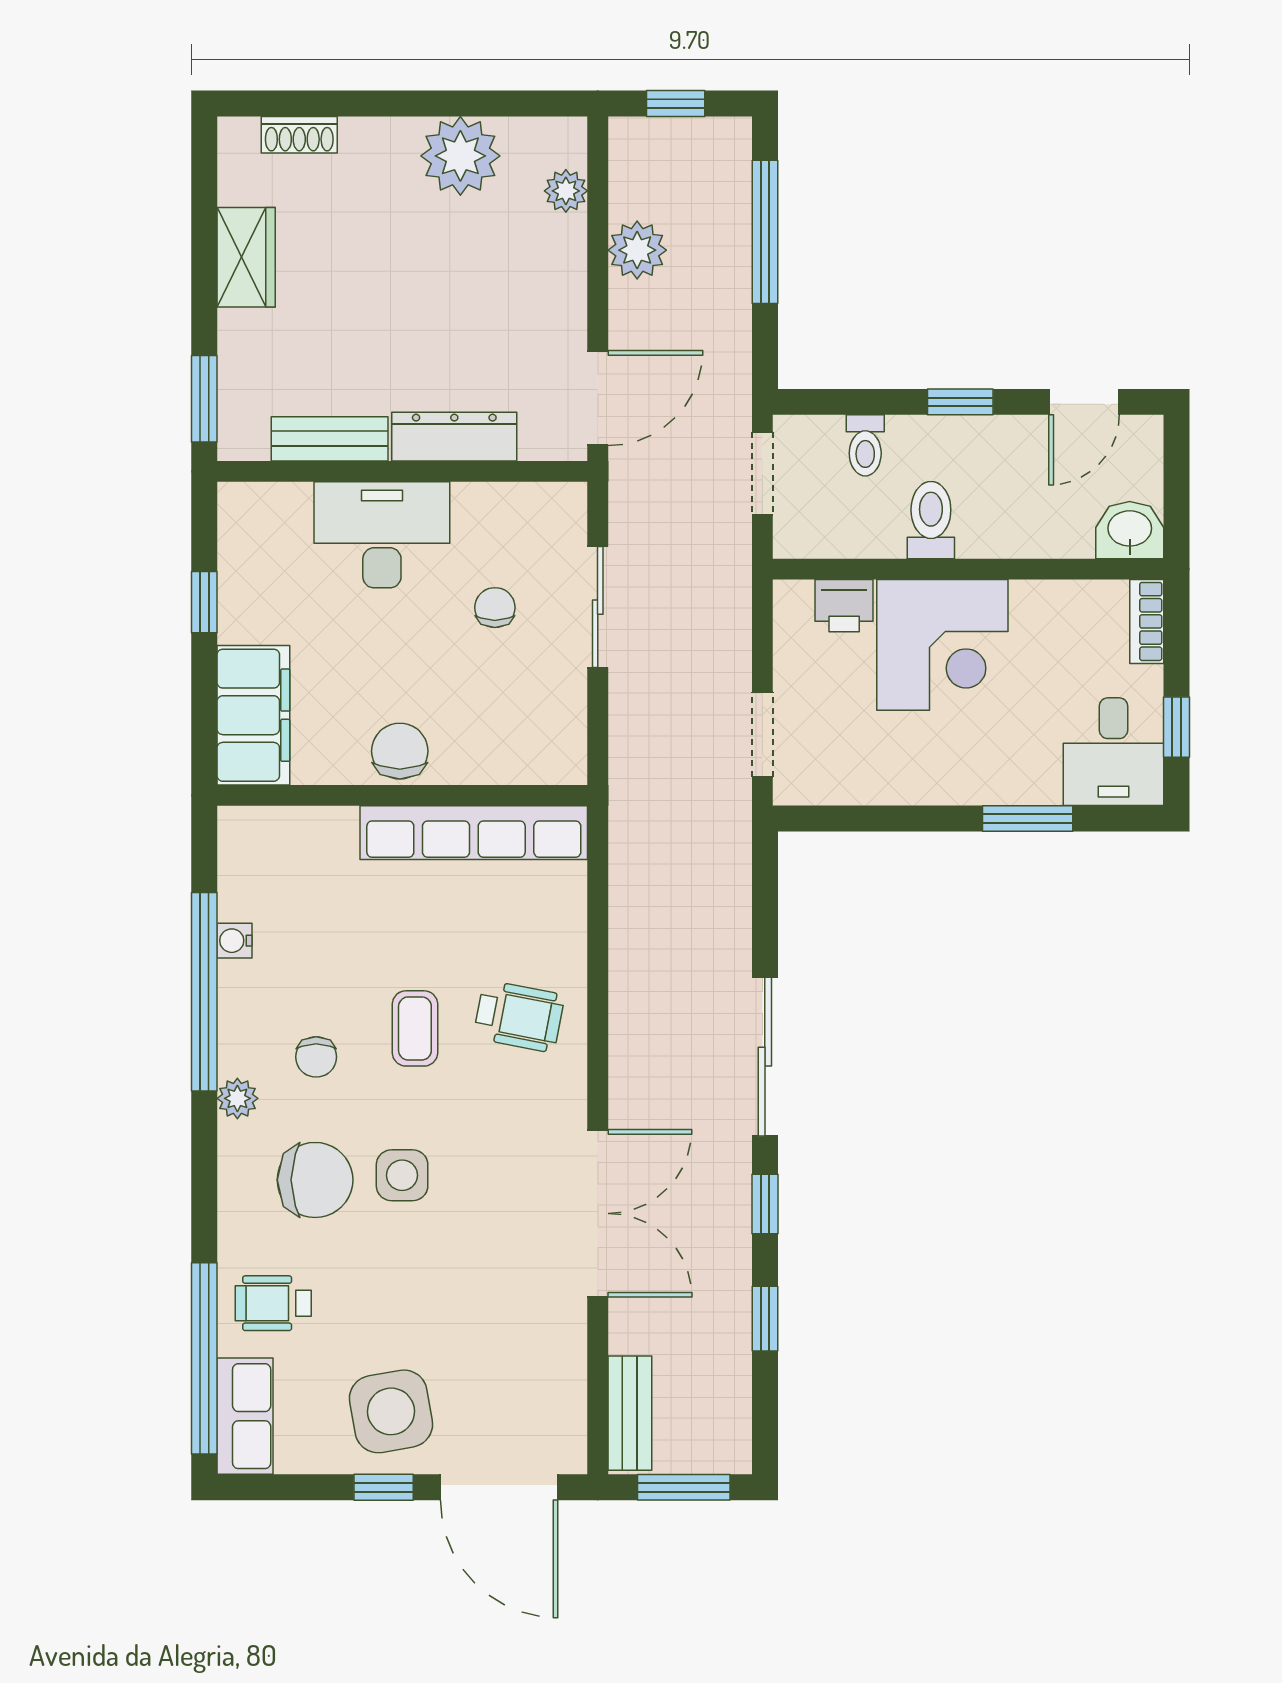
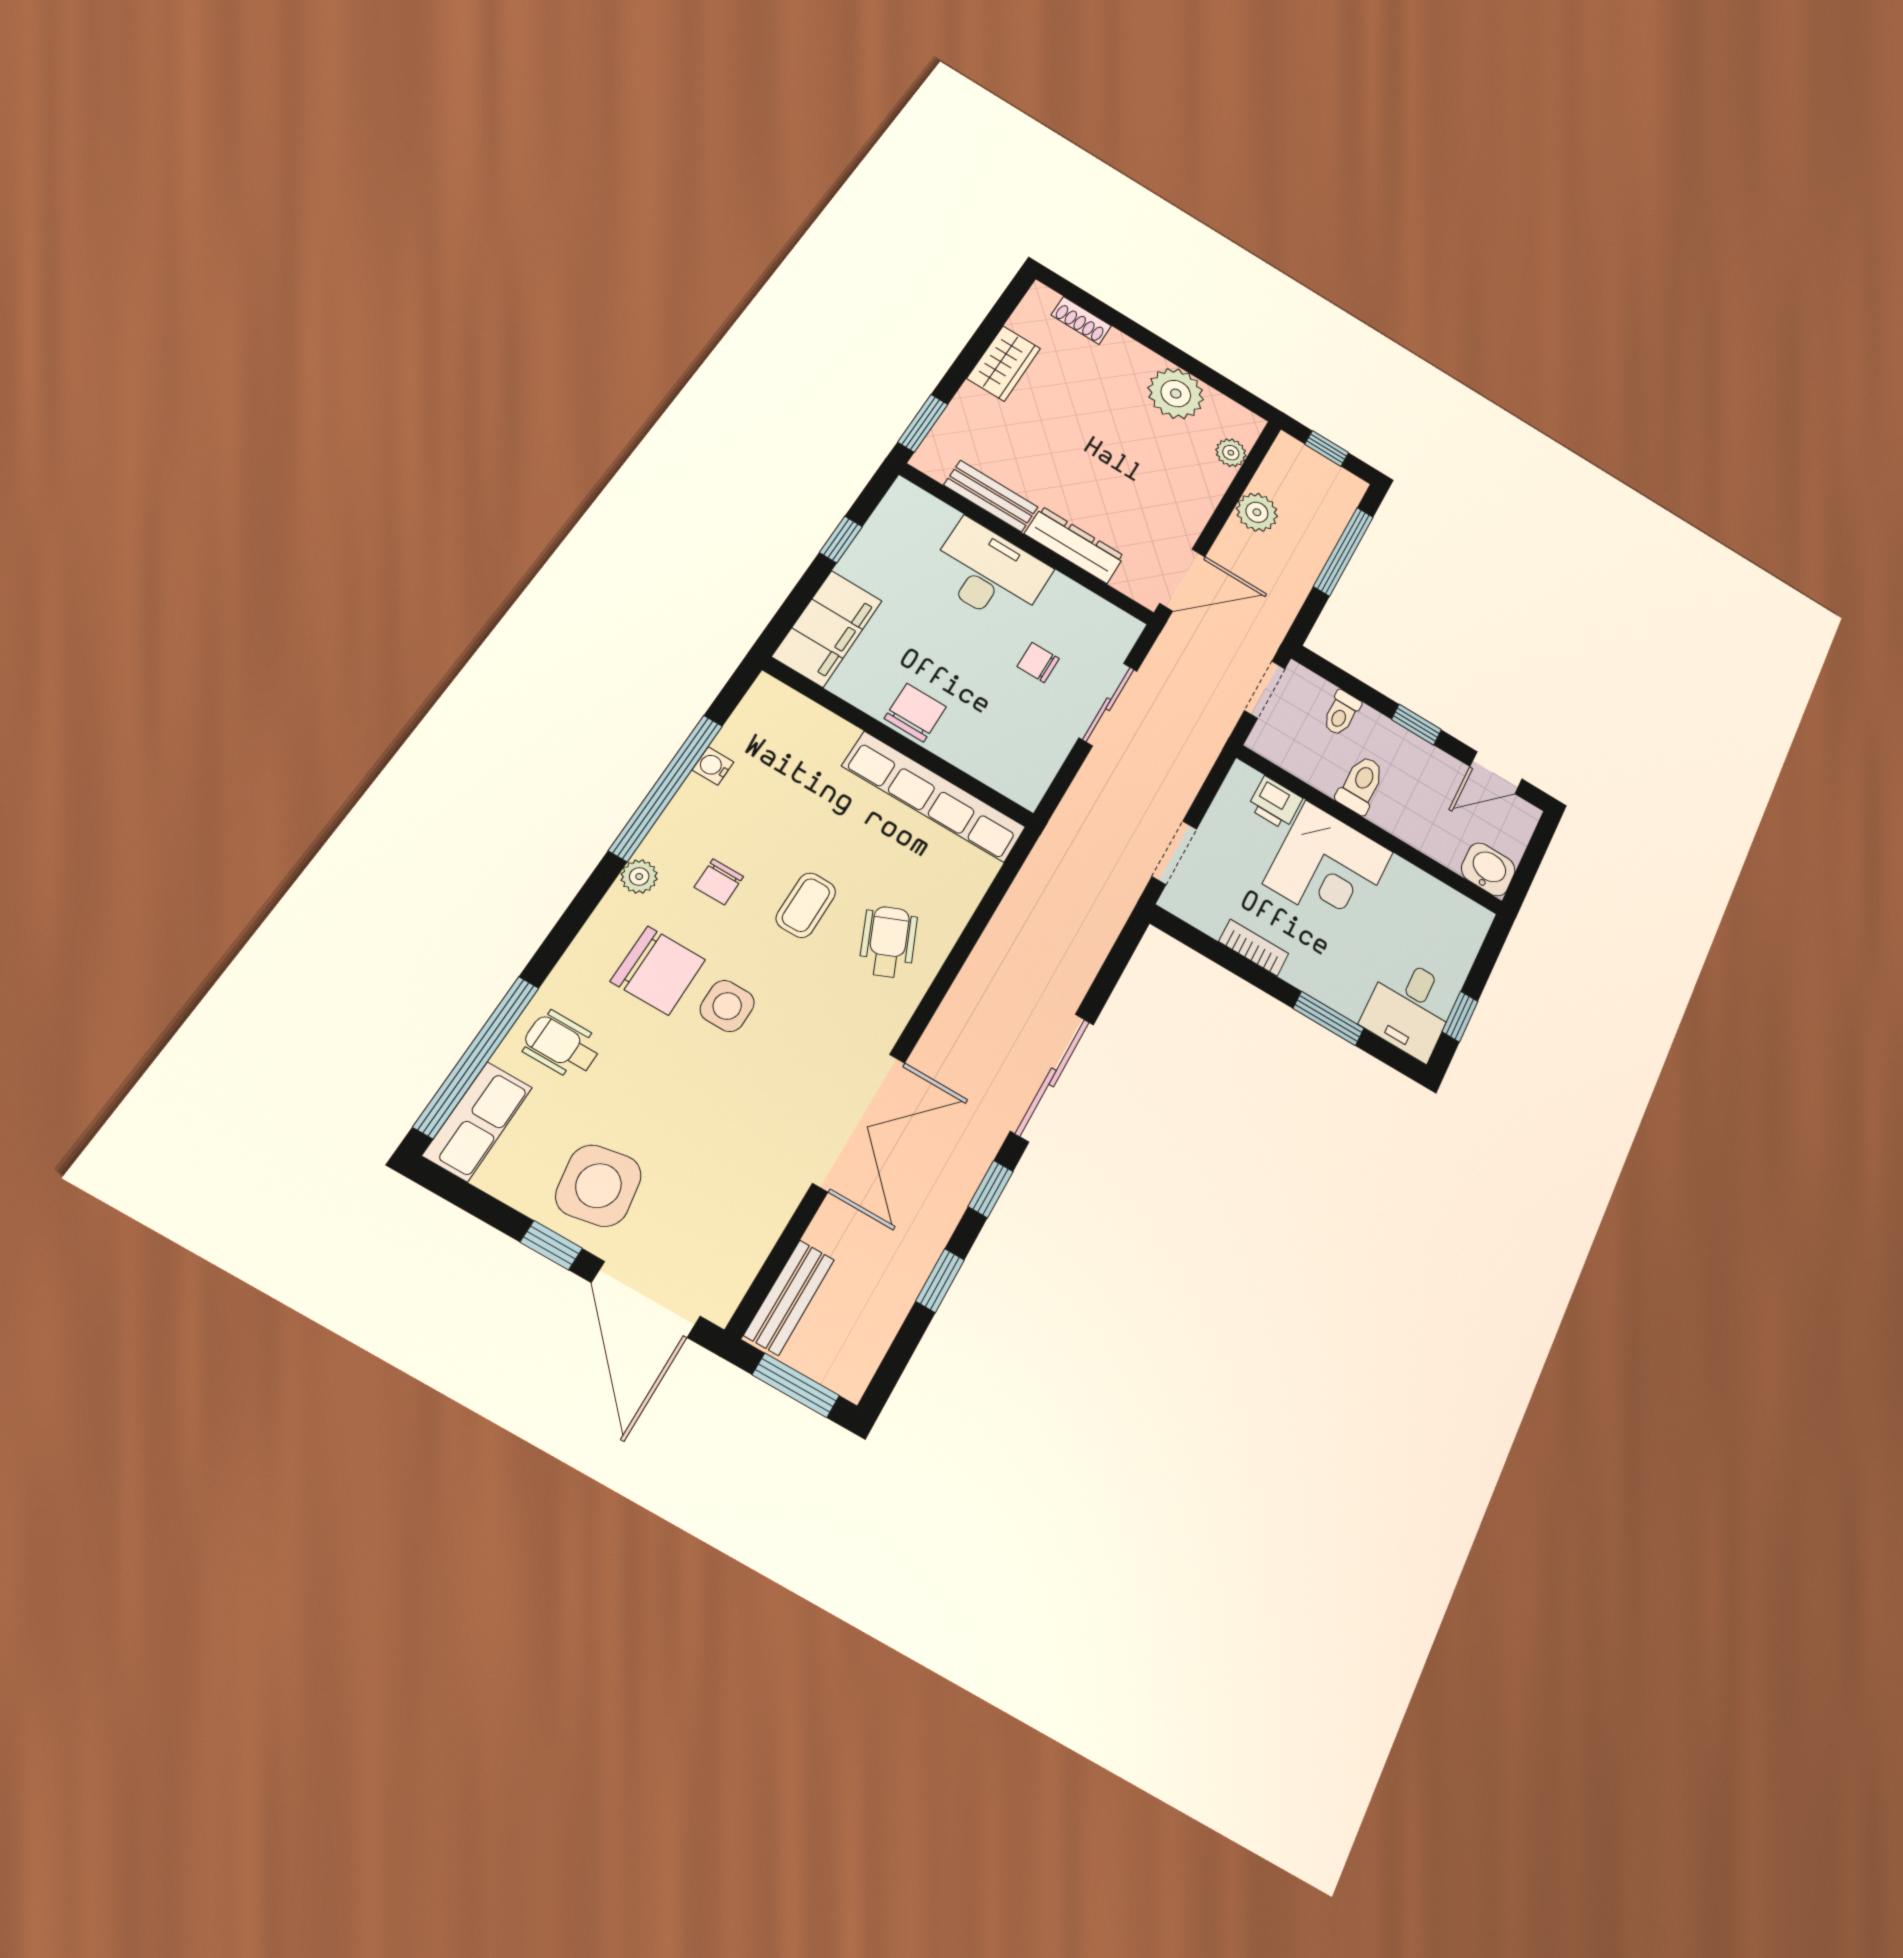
chair: (495, 608) -> (1038, 662), turned -90
bookcase: (1147, 621) -> (1254, 948), moved, turned 90
wheelchair: (519, 1016) -> (888, 942), turned -124

